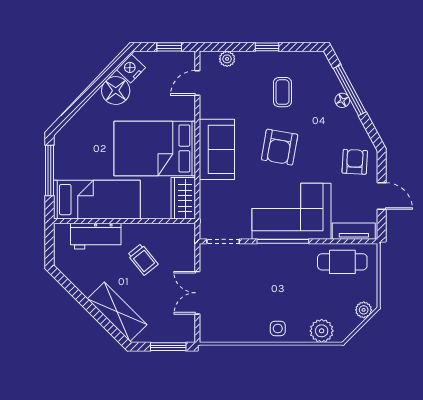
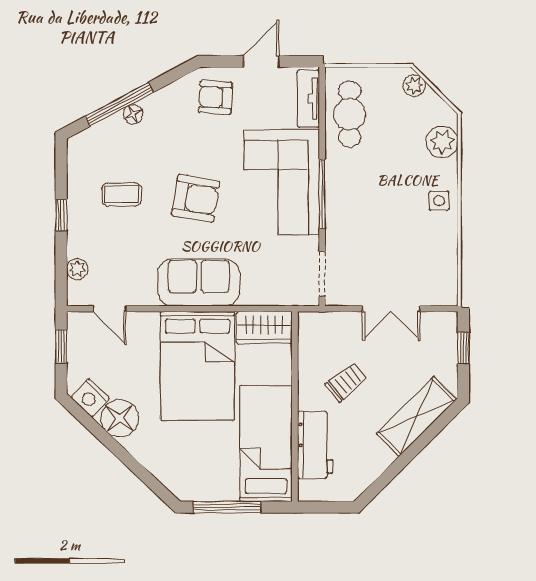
window: (168, 347) -> (463, 348), width x0.67

